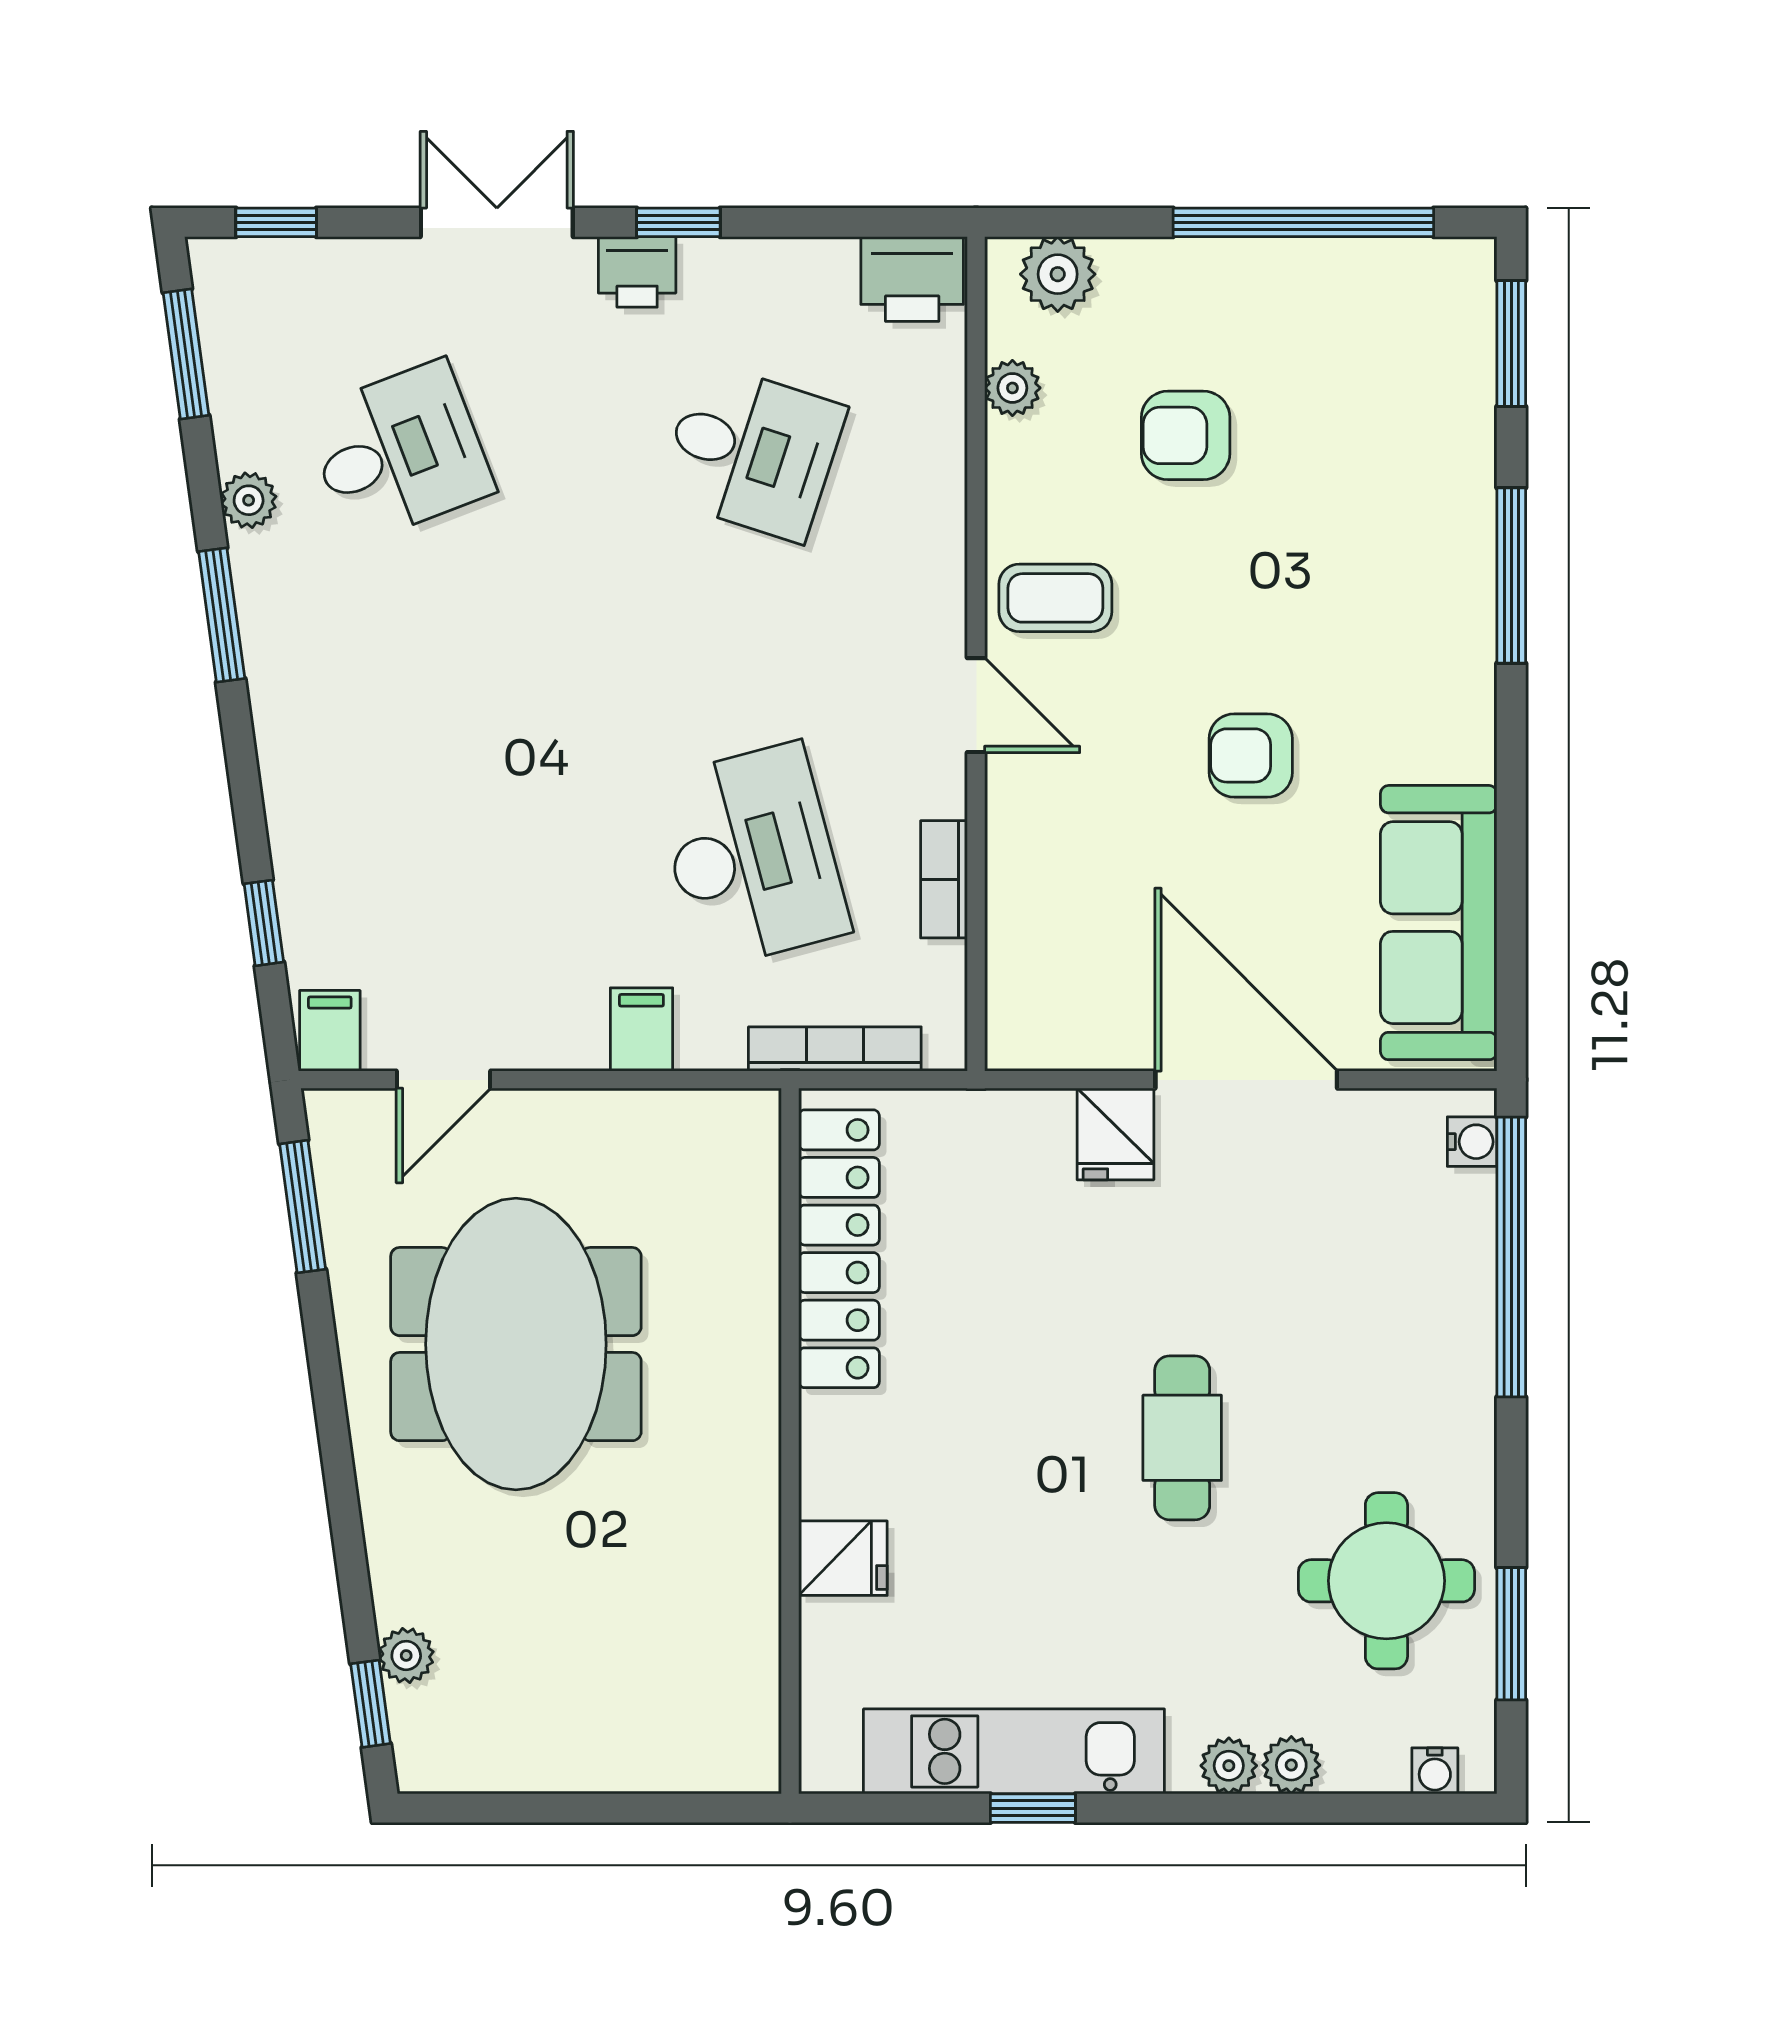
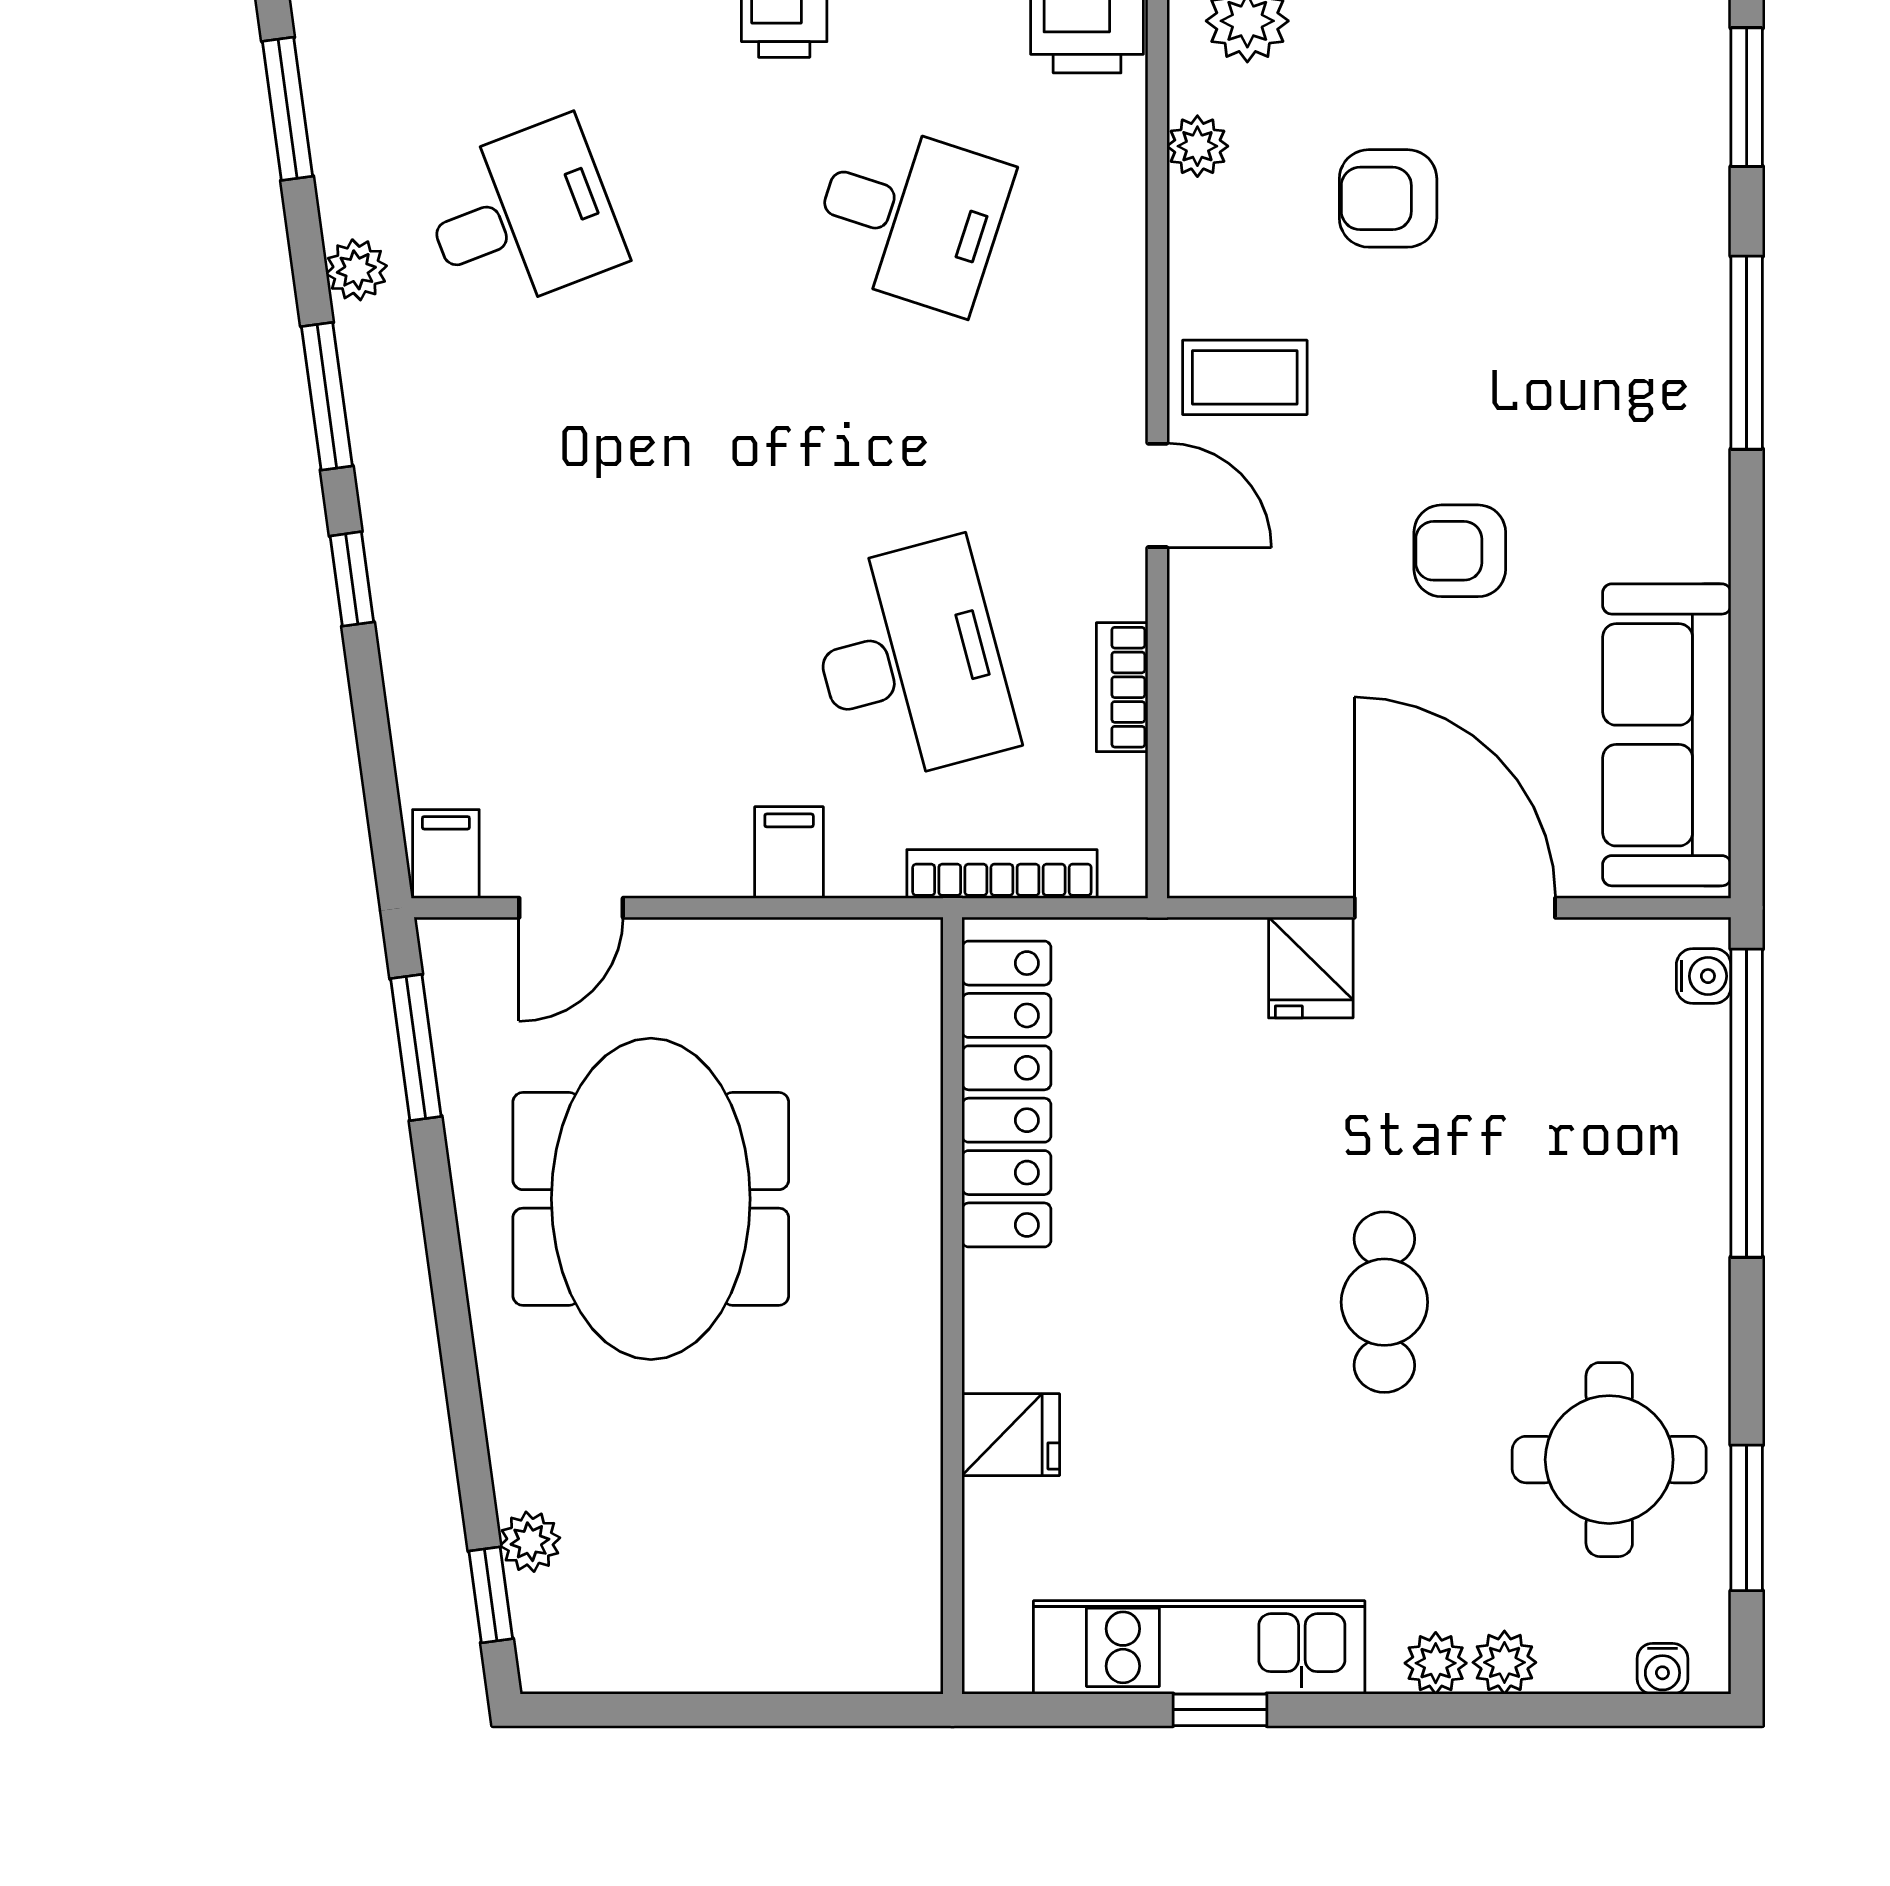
window: (264, 923) -> (352, 579), moved

